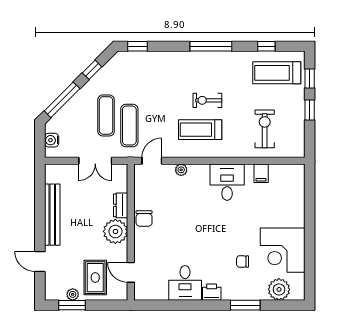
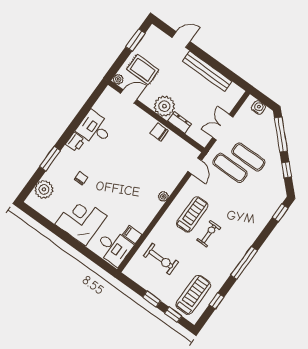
plant: (181, 170) -> (163, 196), moved
desk: (227, 182) -> (114, 247), moved
corner desk: (283, 250) -> (81, 220), moved
plant: (73, 294) -> (118, 79), moved

